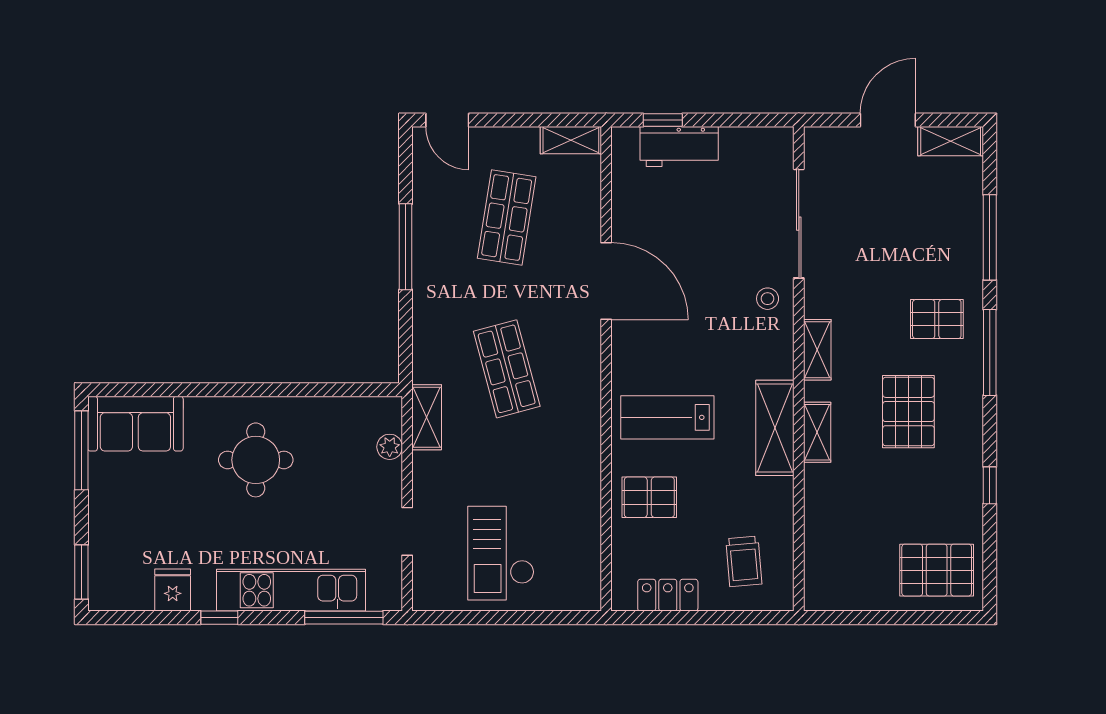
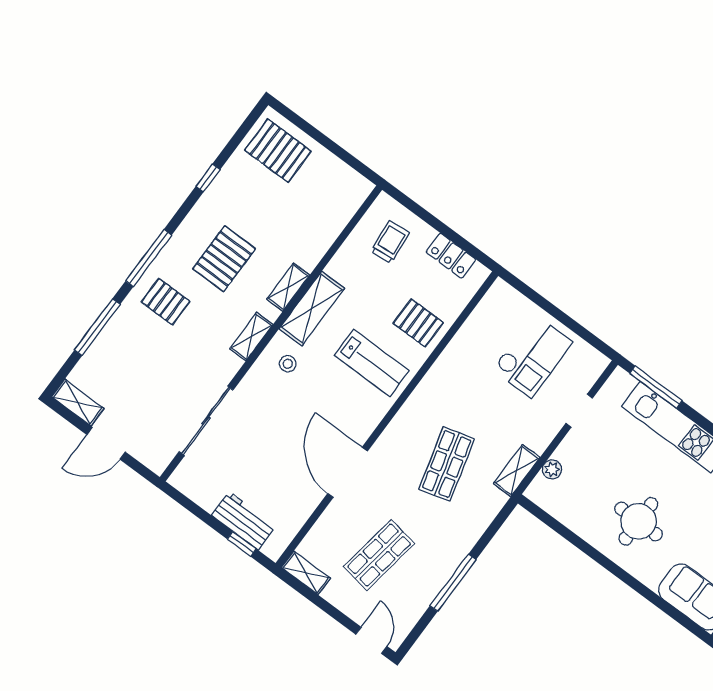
stool: (768, 299) -> (288, 364), moved

